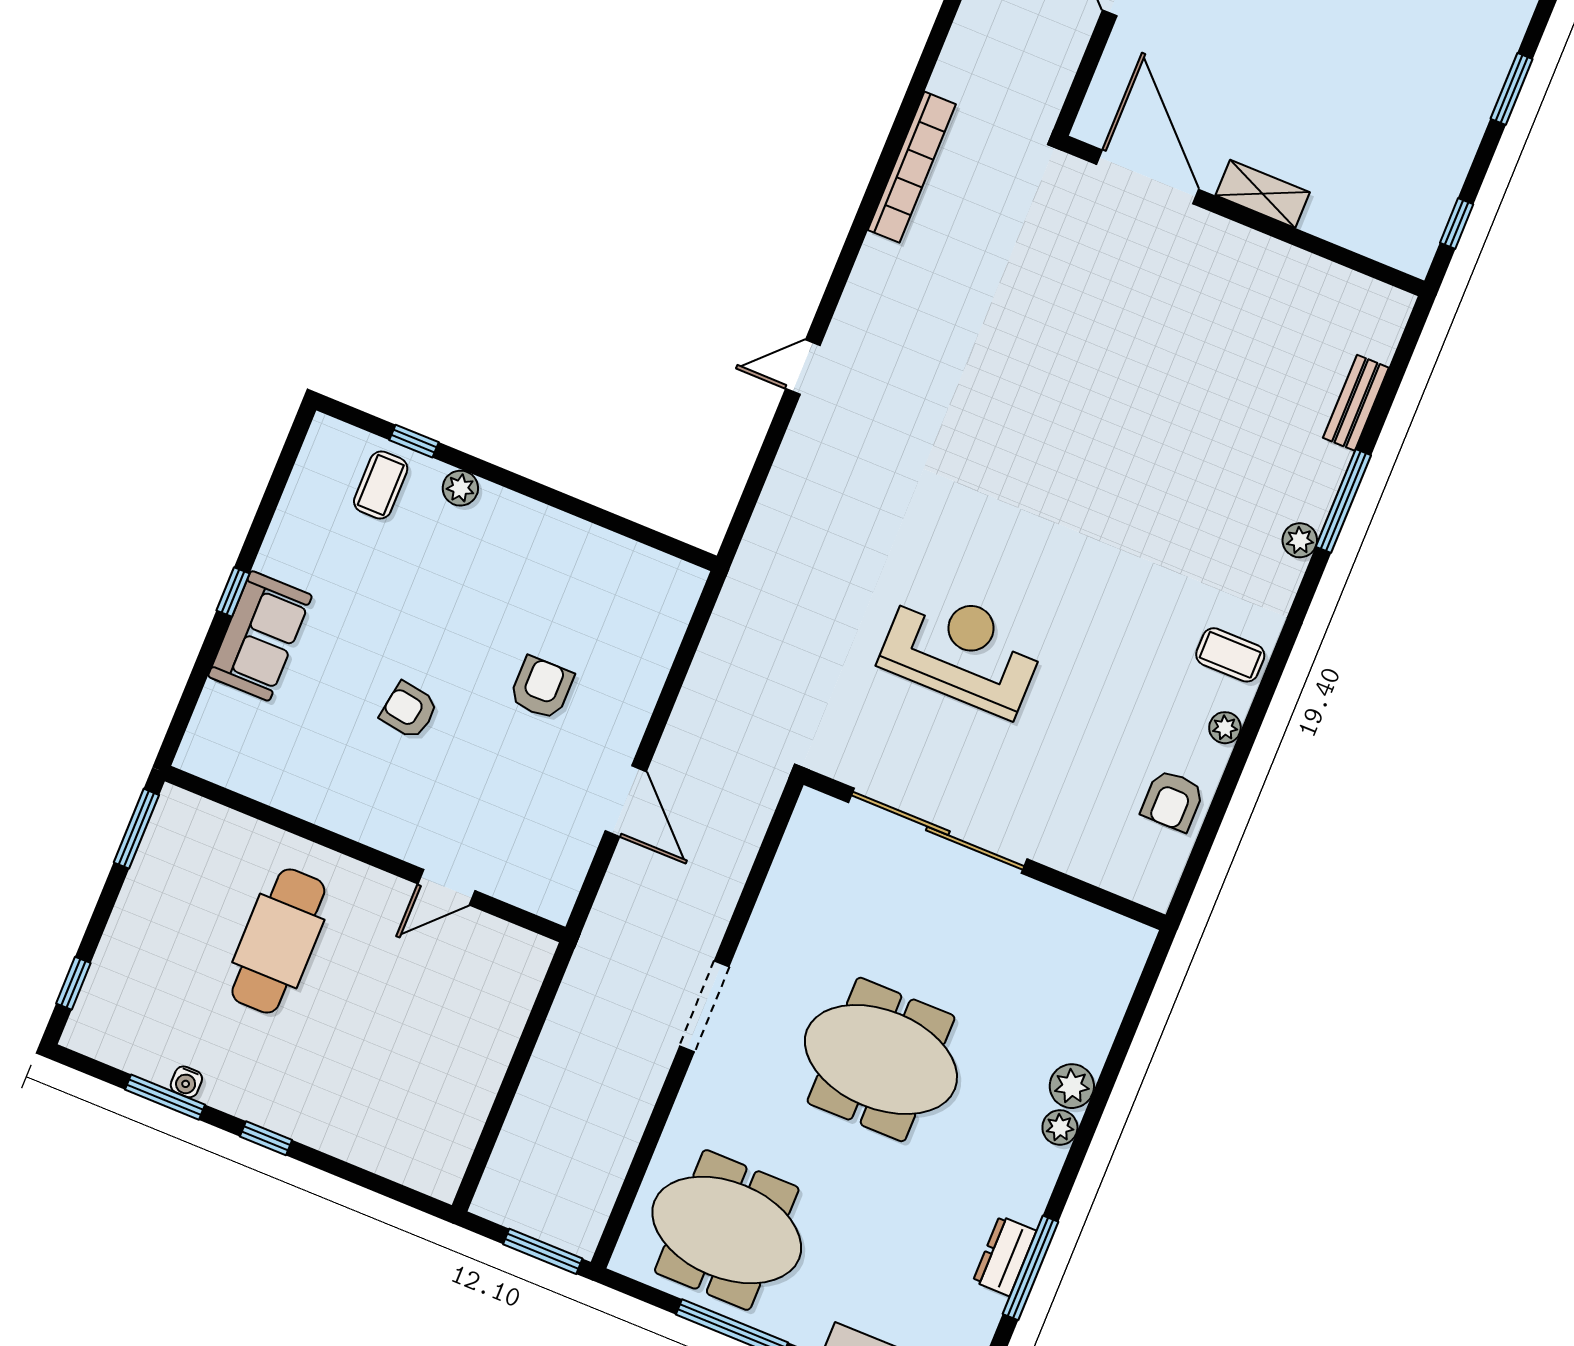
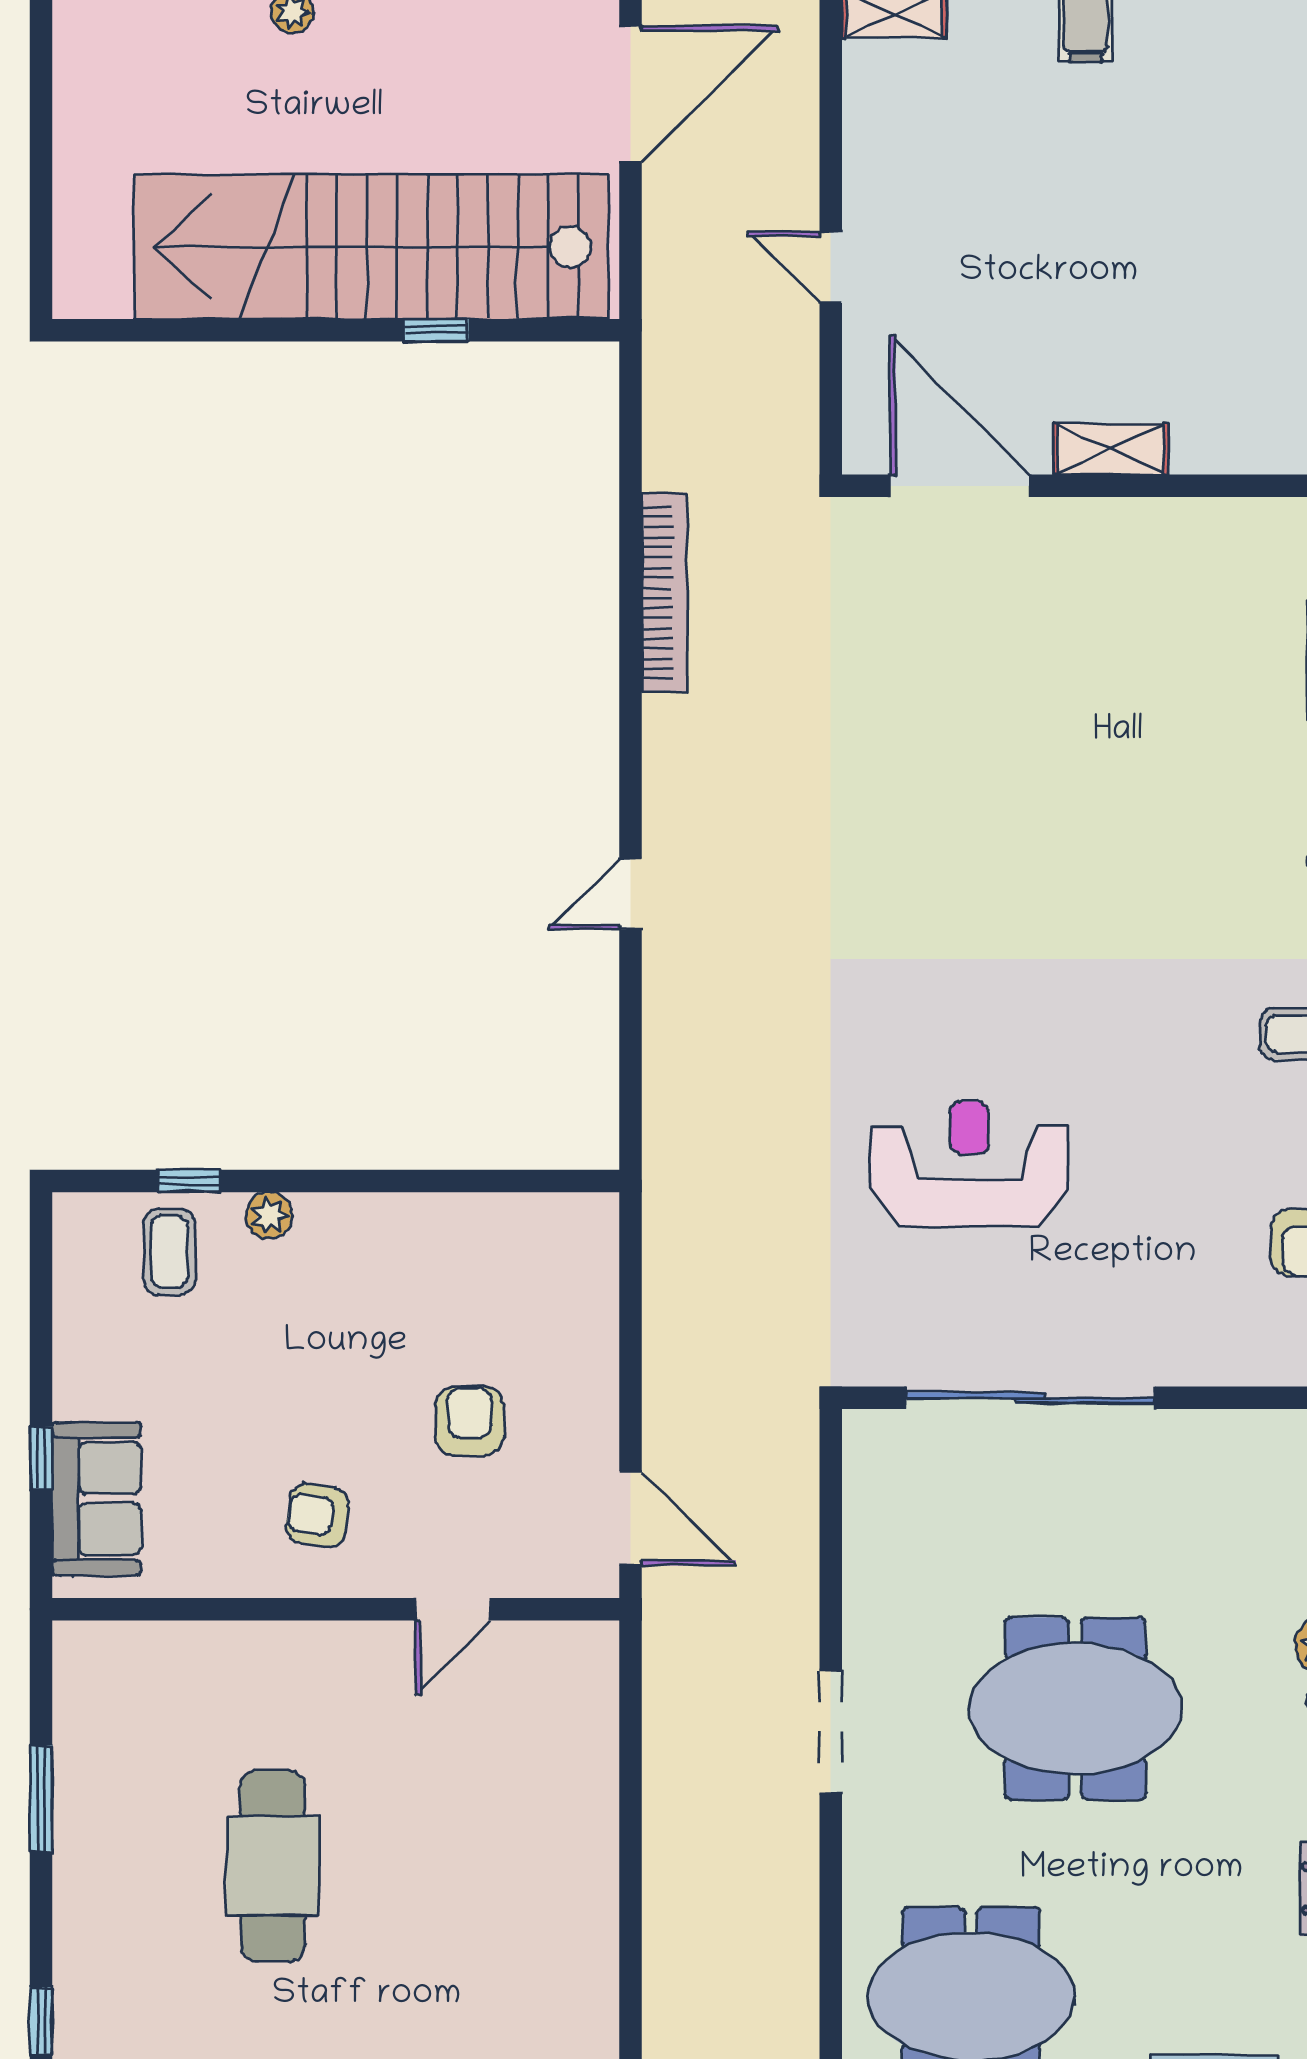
wall: (365, 854) -> (336, 1609), moved
door: (446, 887) -> (453, 1609), moved

